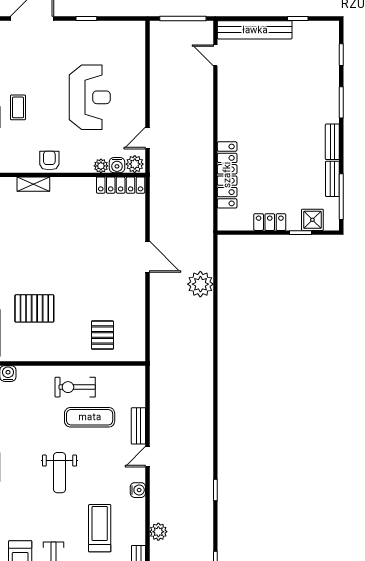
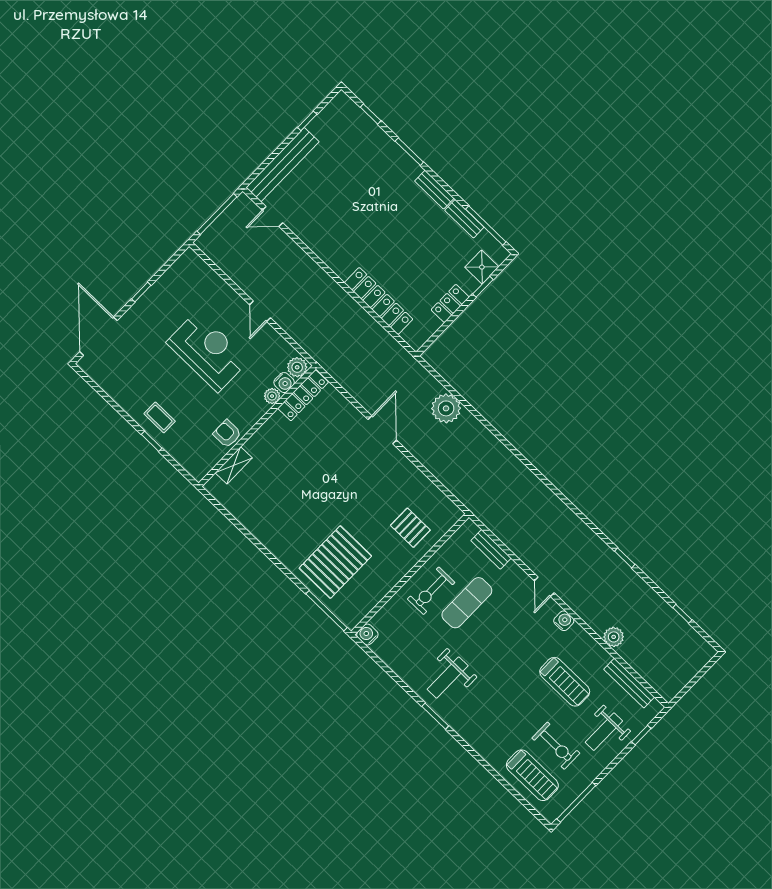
door: (147, 138) -> (260, 311), moved
door: (147, 257) -> (382, 430), hinge flipped
pallet: (34, 308) -> (335, 562), width x1.37, depth x1.41
bench: (138, 426) -> (491, 549), moved
weight bench: (59, 473) -> (448, 678), moved, turned 90
treadmill: (100, 528) -> (565, 682), turned 180

